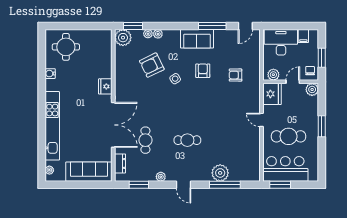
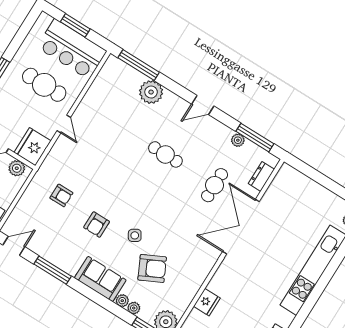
sofa: (197, 39) -> (100, 279), moved
fridge: (105, 86) -> (207, 302), moved
sofa: (89, 172) -> (304, 190), removed
plant: (161, 177) -> (238, 140), moved
window: (139, 185) -> (255, 138), width x1.44
door: (183, 185) -> (203, 105), swing flipped
window: (225, 185) -> (139, 65), moved
window: (280, 185) -> (75, 25), moved

